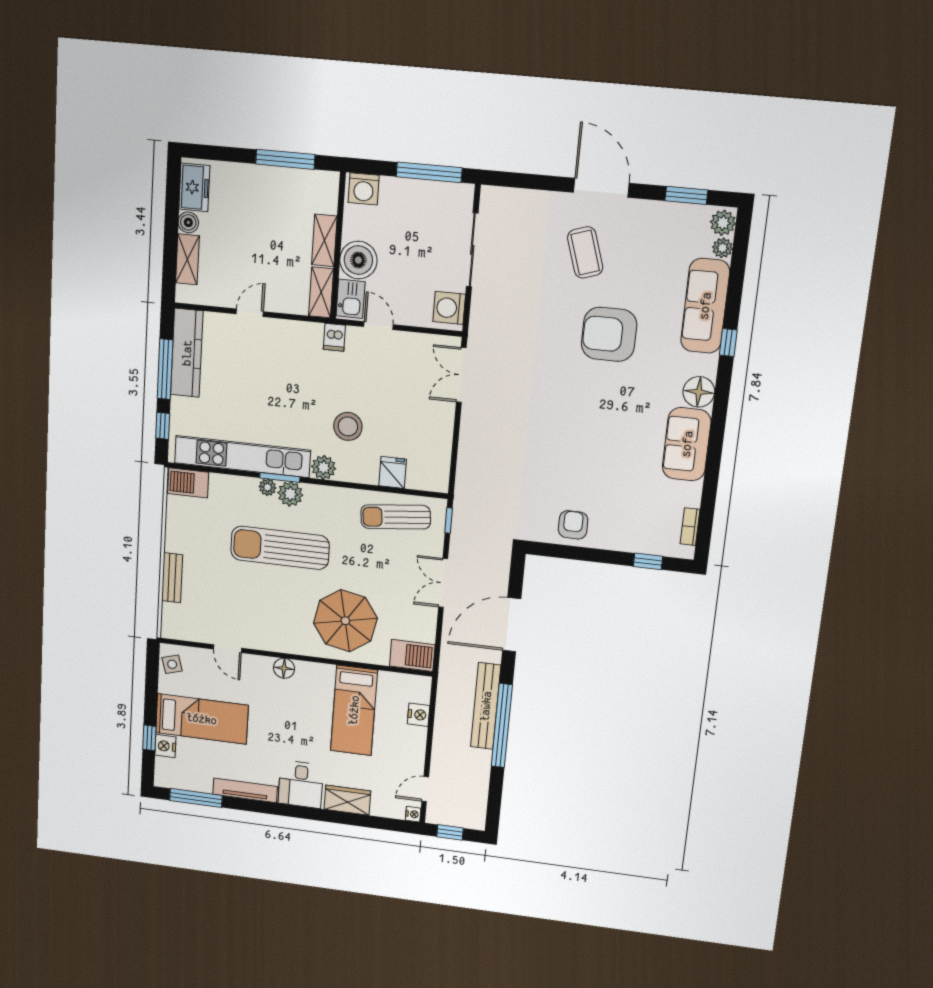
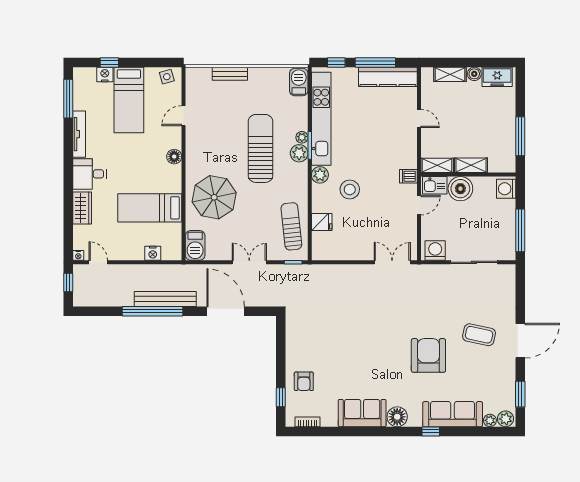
coffee table: (585, 252) -> (479, 335), turned 30
armchair: (573, 525) -> (304, 381), moved, turned 90

